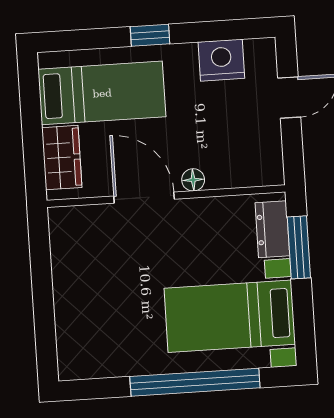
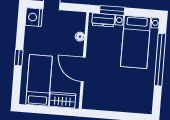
nightstand: (221, 60) -> (34, 17), moved
floor lamp: (193, 180) -> (80, 37), moved
door: (144, 198) -> (83, 69), hinge flipped

